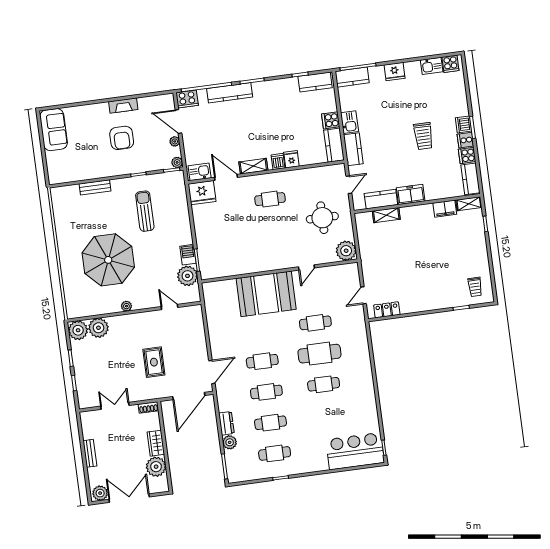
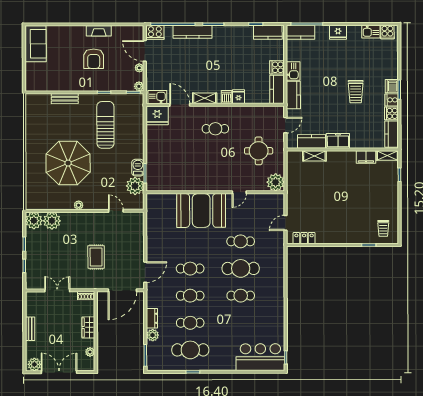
sun lounger: (145, 211) -> (105, 125), width x1.36, depth x1.34
cafe table: (275, 453) -> (190, 350), width x1.37, depth x1.35
plant: (156, 467) -> (90, 352), width x0.53, depth x0.53

